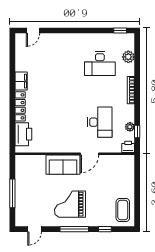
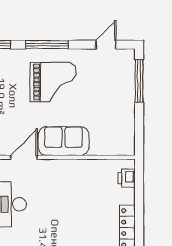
printer: (23, 134) -> (127, 178), width x0.53, depth x0.68
window: (12, 193) -> (139, 81), moved

